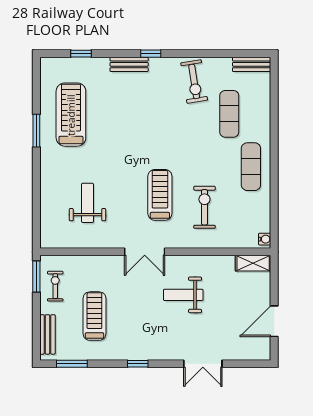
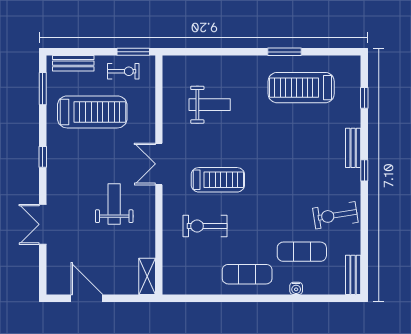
treadmill: (71, 115) -> (301, 88), turned 180
exercise bike: (204, 207) -> (205, 226), turned 180
water cooler: (265, 239) -> (296, 288), moved
treadmill: (94, 316) -> (92, 112), width x1.37, depth x1.38

